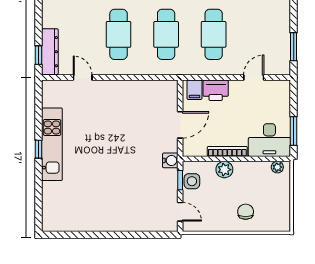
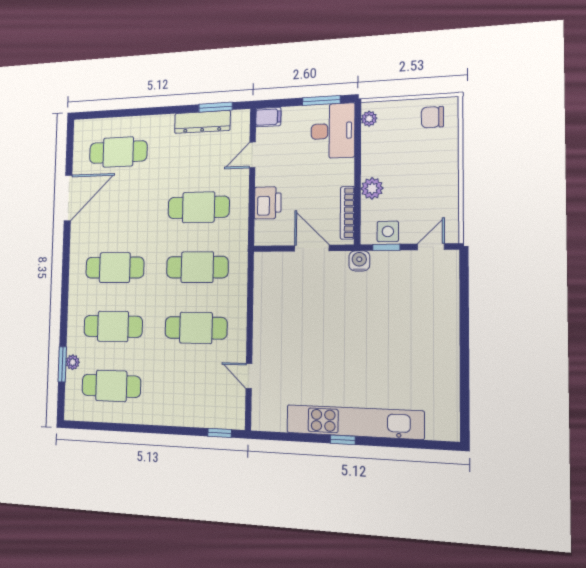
dresser: (50, 52) -> (202, 122), moved, turned 180
door: (83, 78) -> (249, 376), hinge flipped
door: (254, 78) -> (252, 155), hinge flipped
filing cabinet: (194, 90) -> (268, 117), moved
kitchen unit: (52, 144) -> (354, 422), width x1.36
bookcase: (227, 151) -> (347, 213), moved
chair: (246, 212) -> (432, 117), moved

